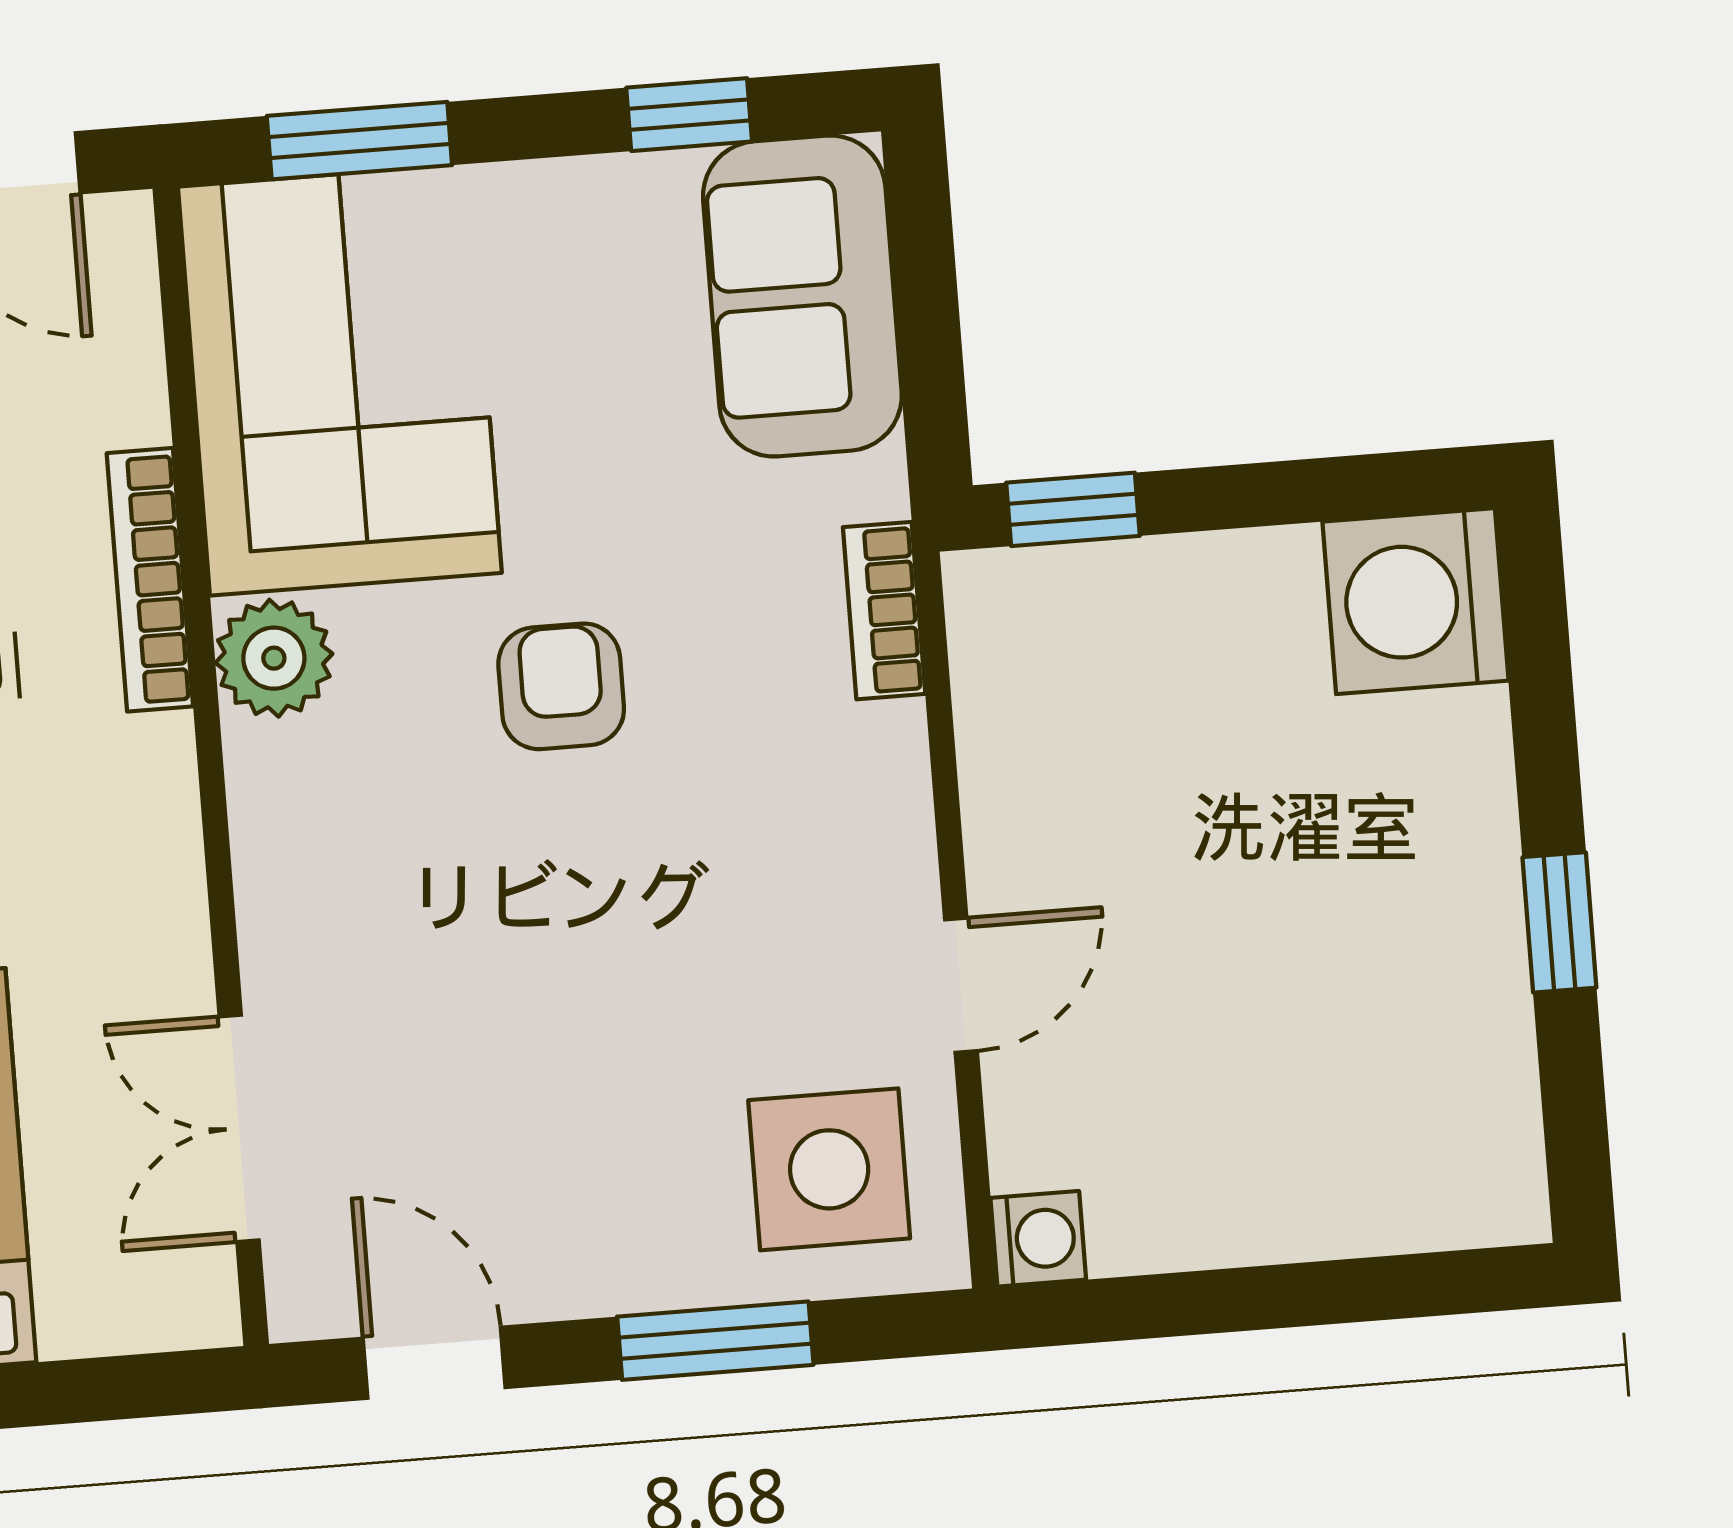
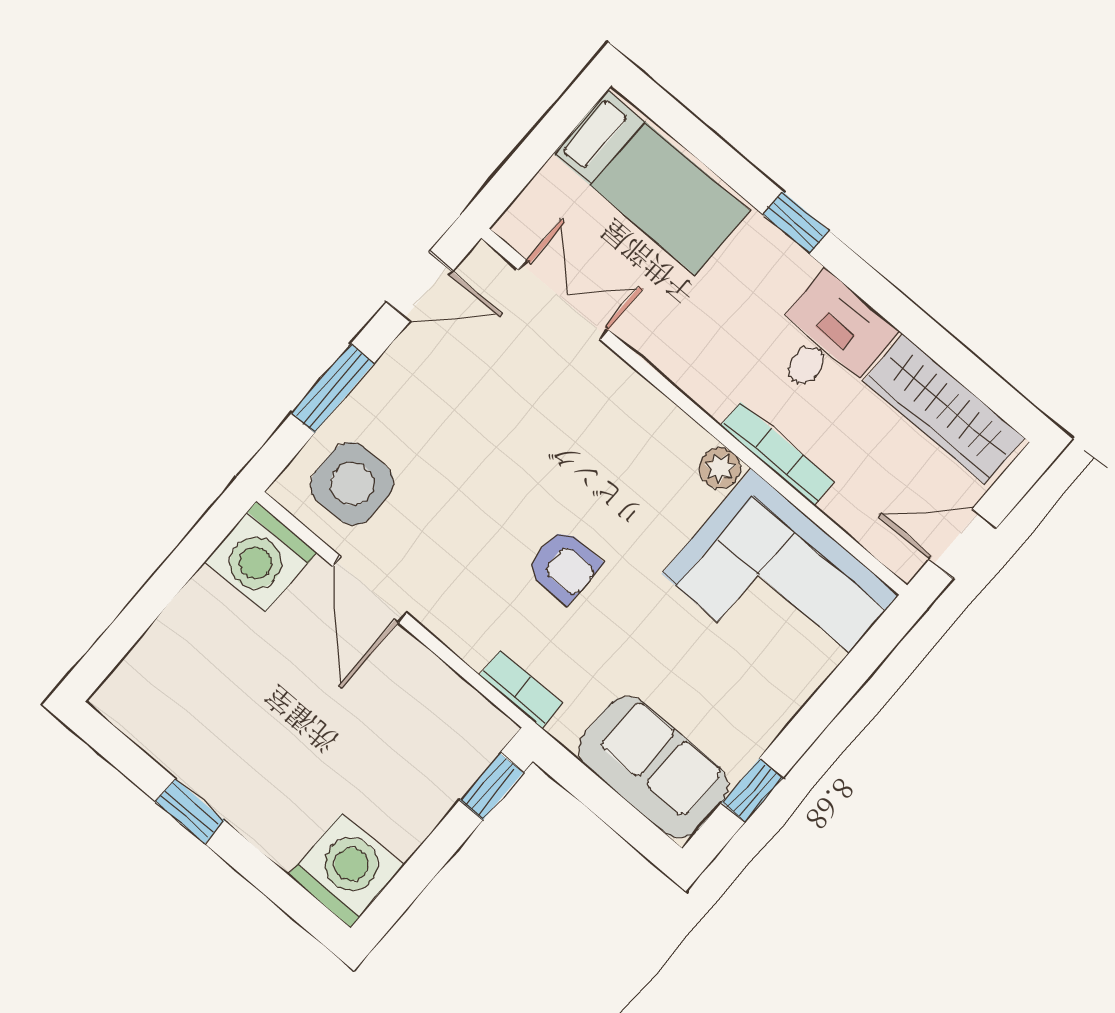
window: (359, 141) -> (854, 671), removed
plant: (274, 658) -> (720, 468), width x0.73, depth x0.73
armchair: (561, 686) -> (564, 566), moved
door: (961, 985) -> (370, 590), width x1.38
washing machine: (1038, 1239) -> (261, 557), width x1.89, depth x1.89

